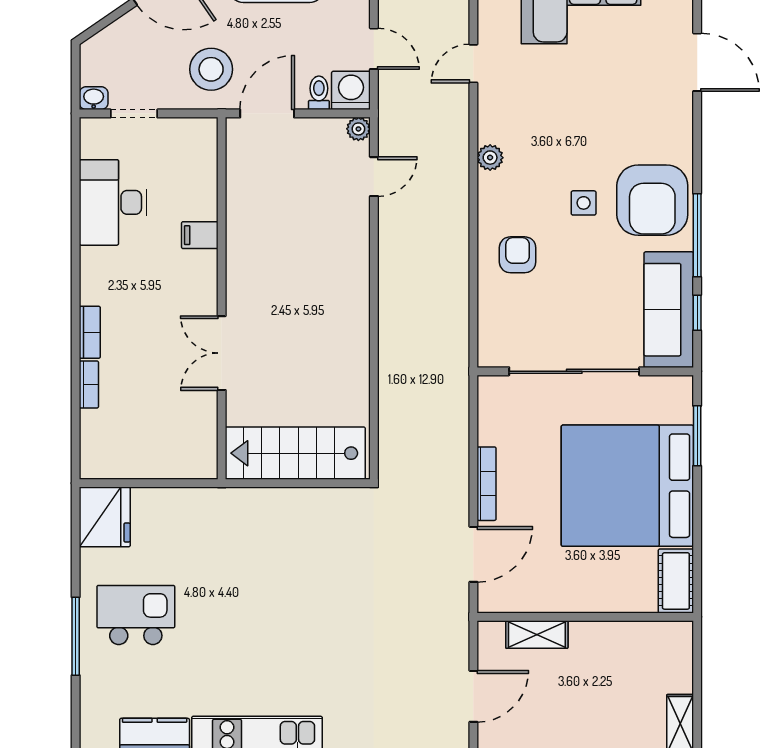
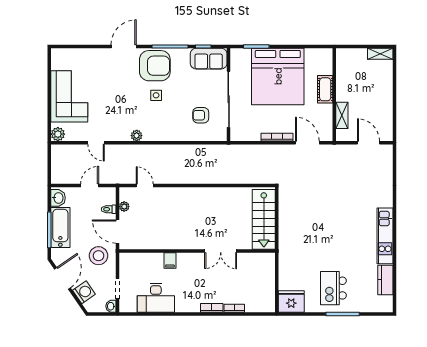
door: (697, 62) -> (124, 46), moved
washing machine: (351, 90) -> (84, 292), moved, turned 146
plant: (358, 129) -> (124, 207), moved
armchair: (518, 255) -> (201, 115), moved
sofa: (669, 310) -> (209, 59), width x0.73
cot: (676, 581) -> (325, 89), moved, turned 90

